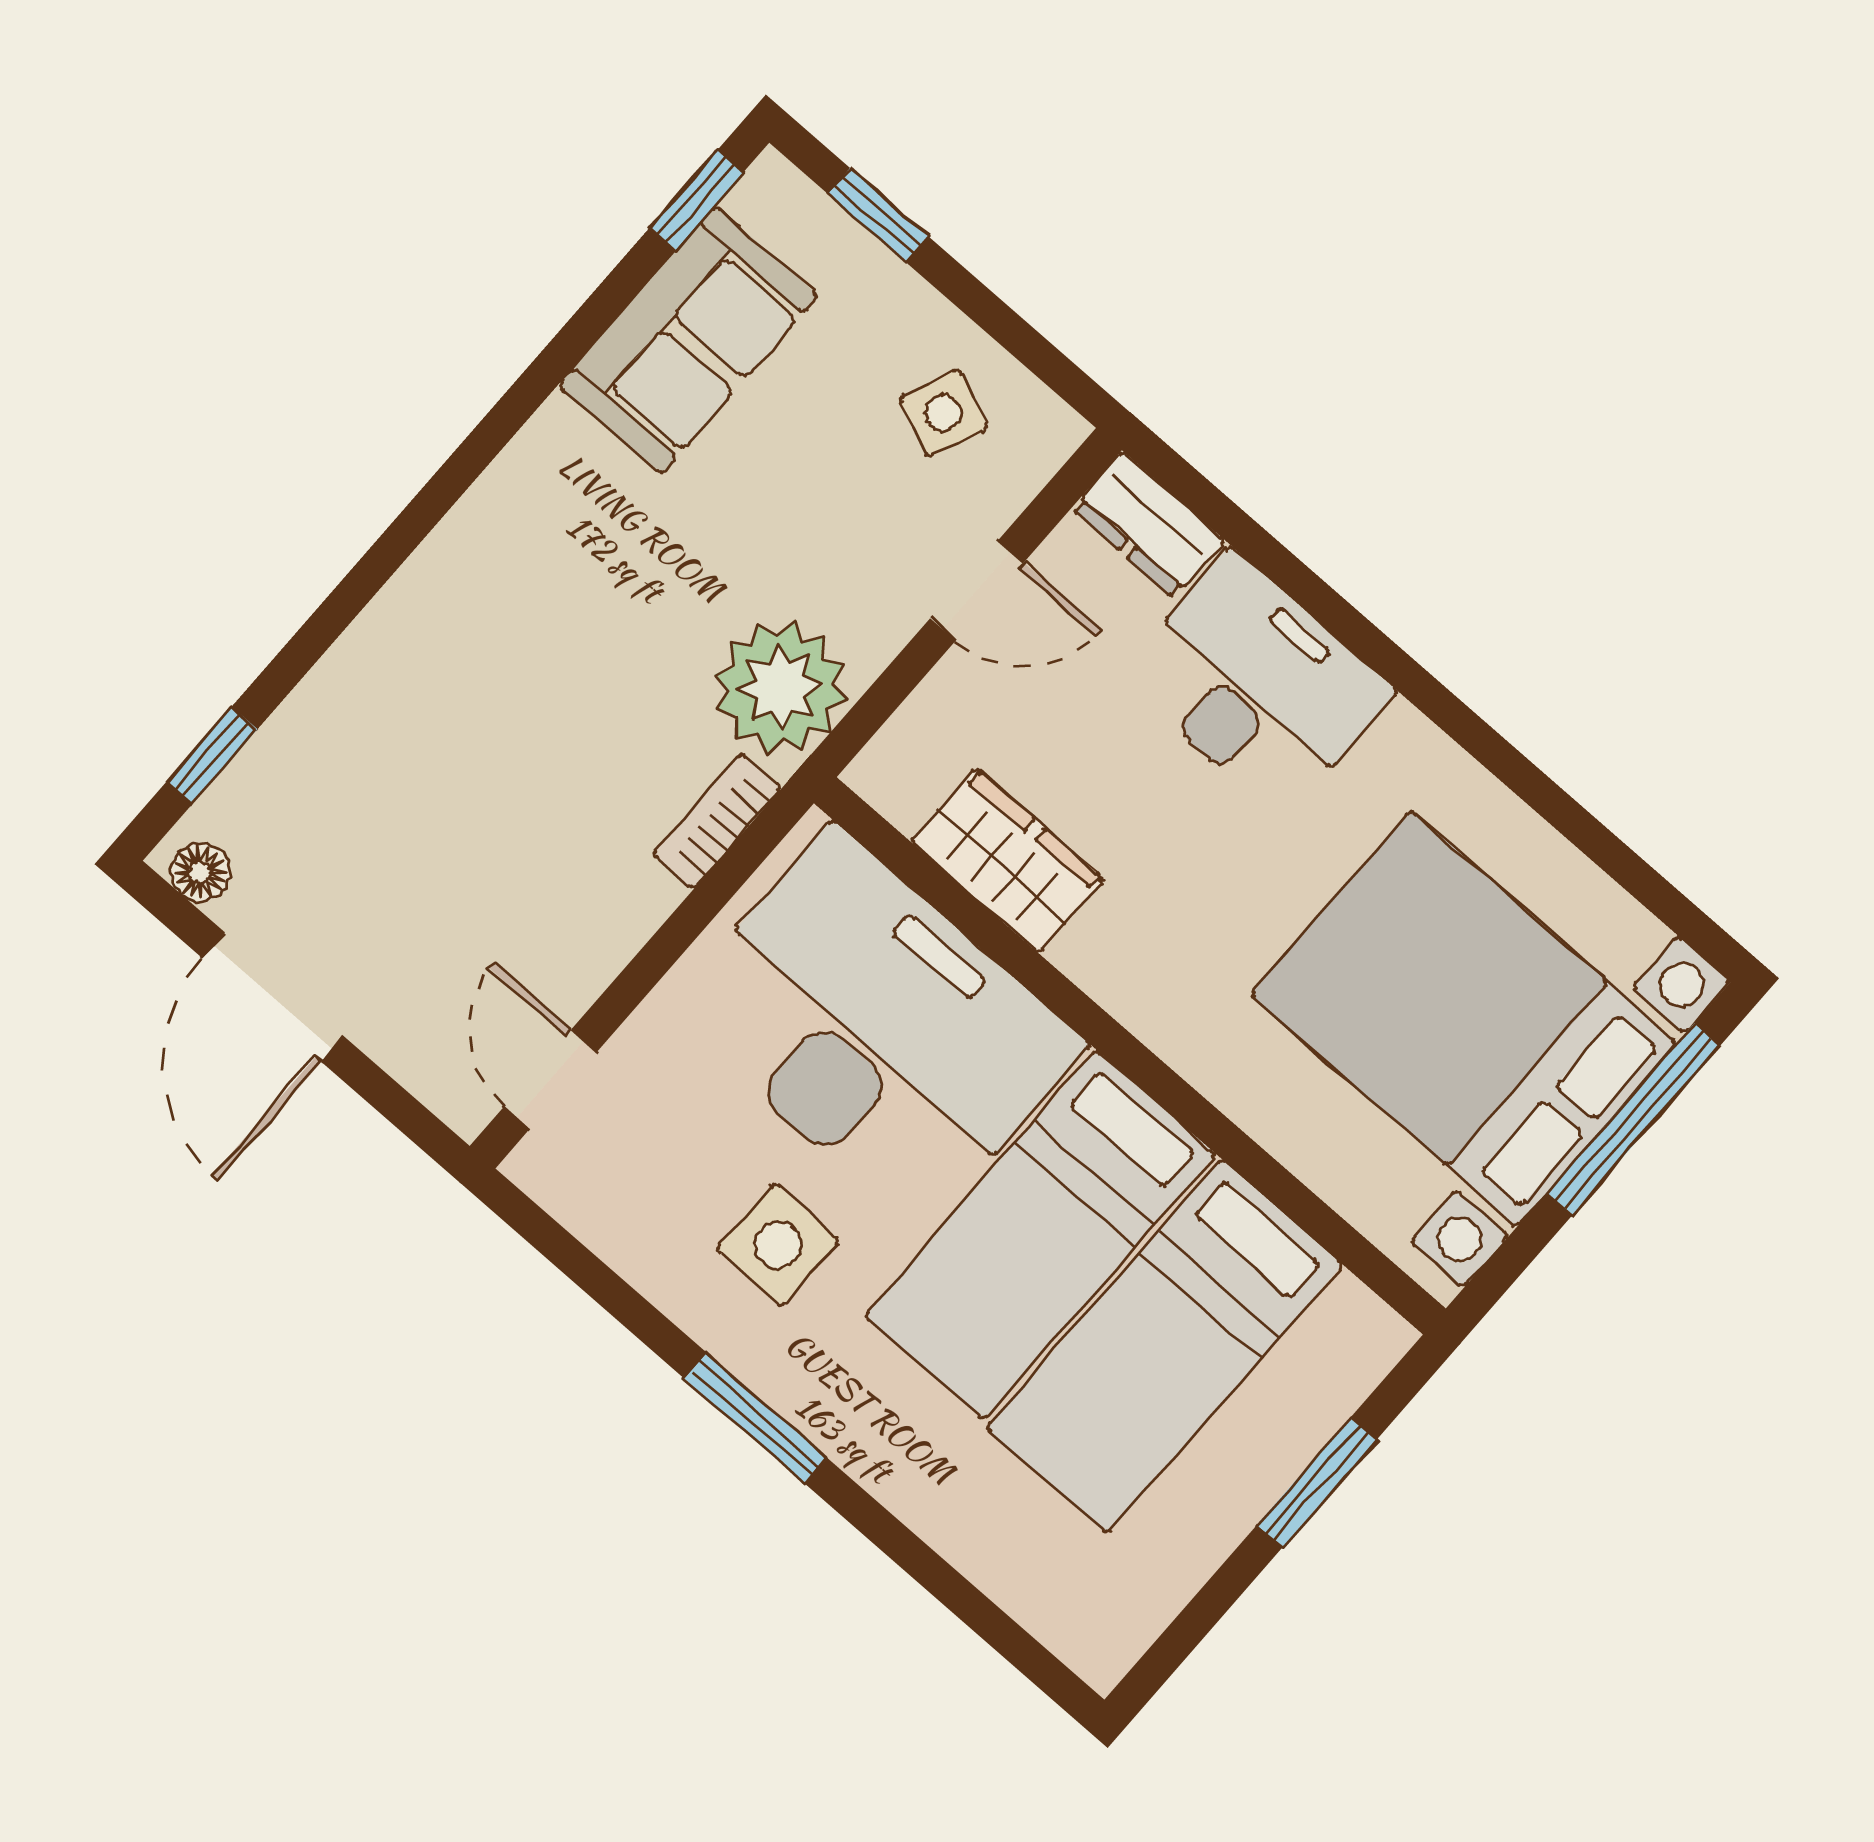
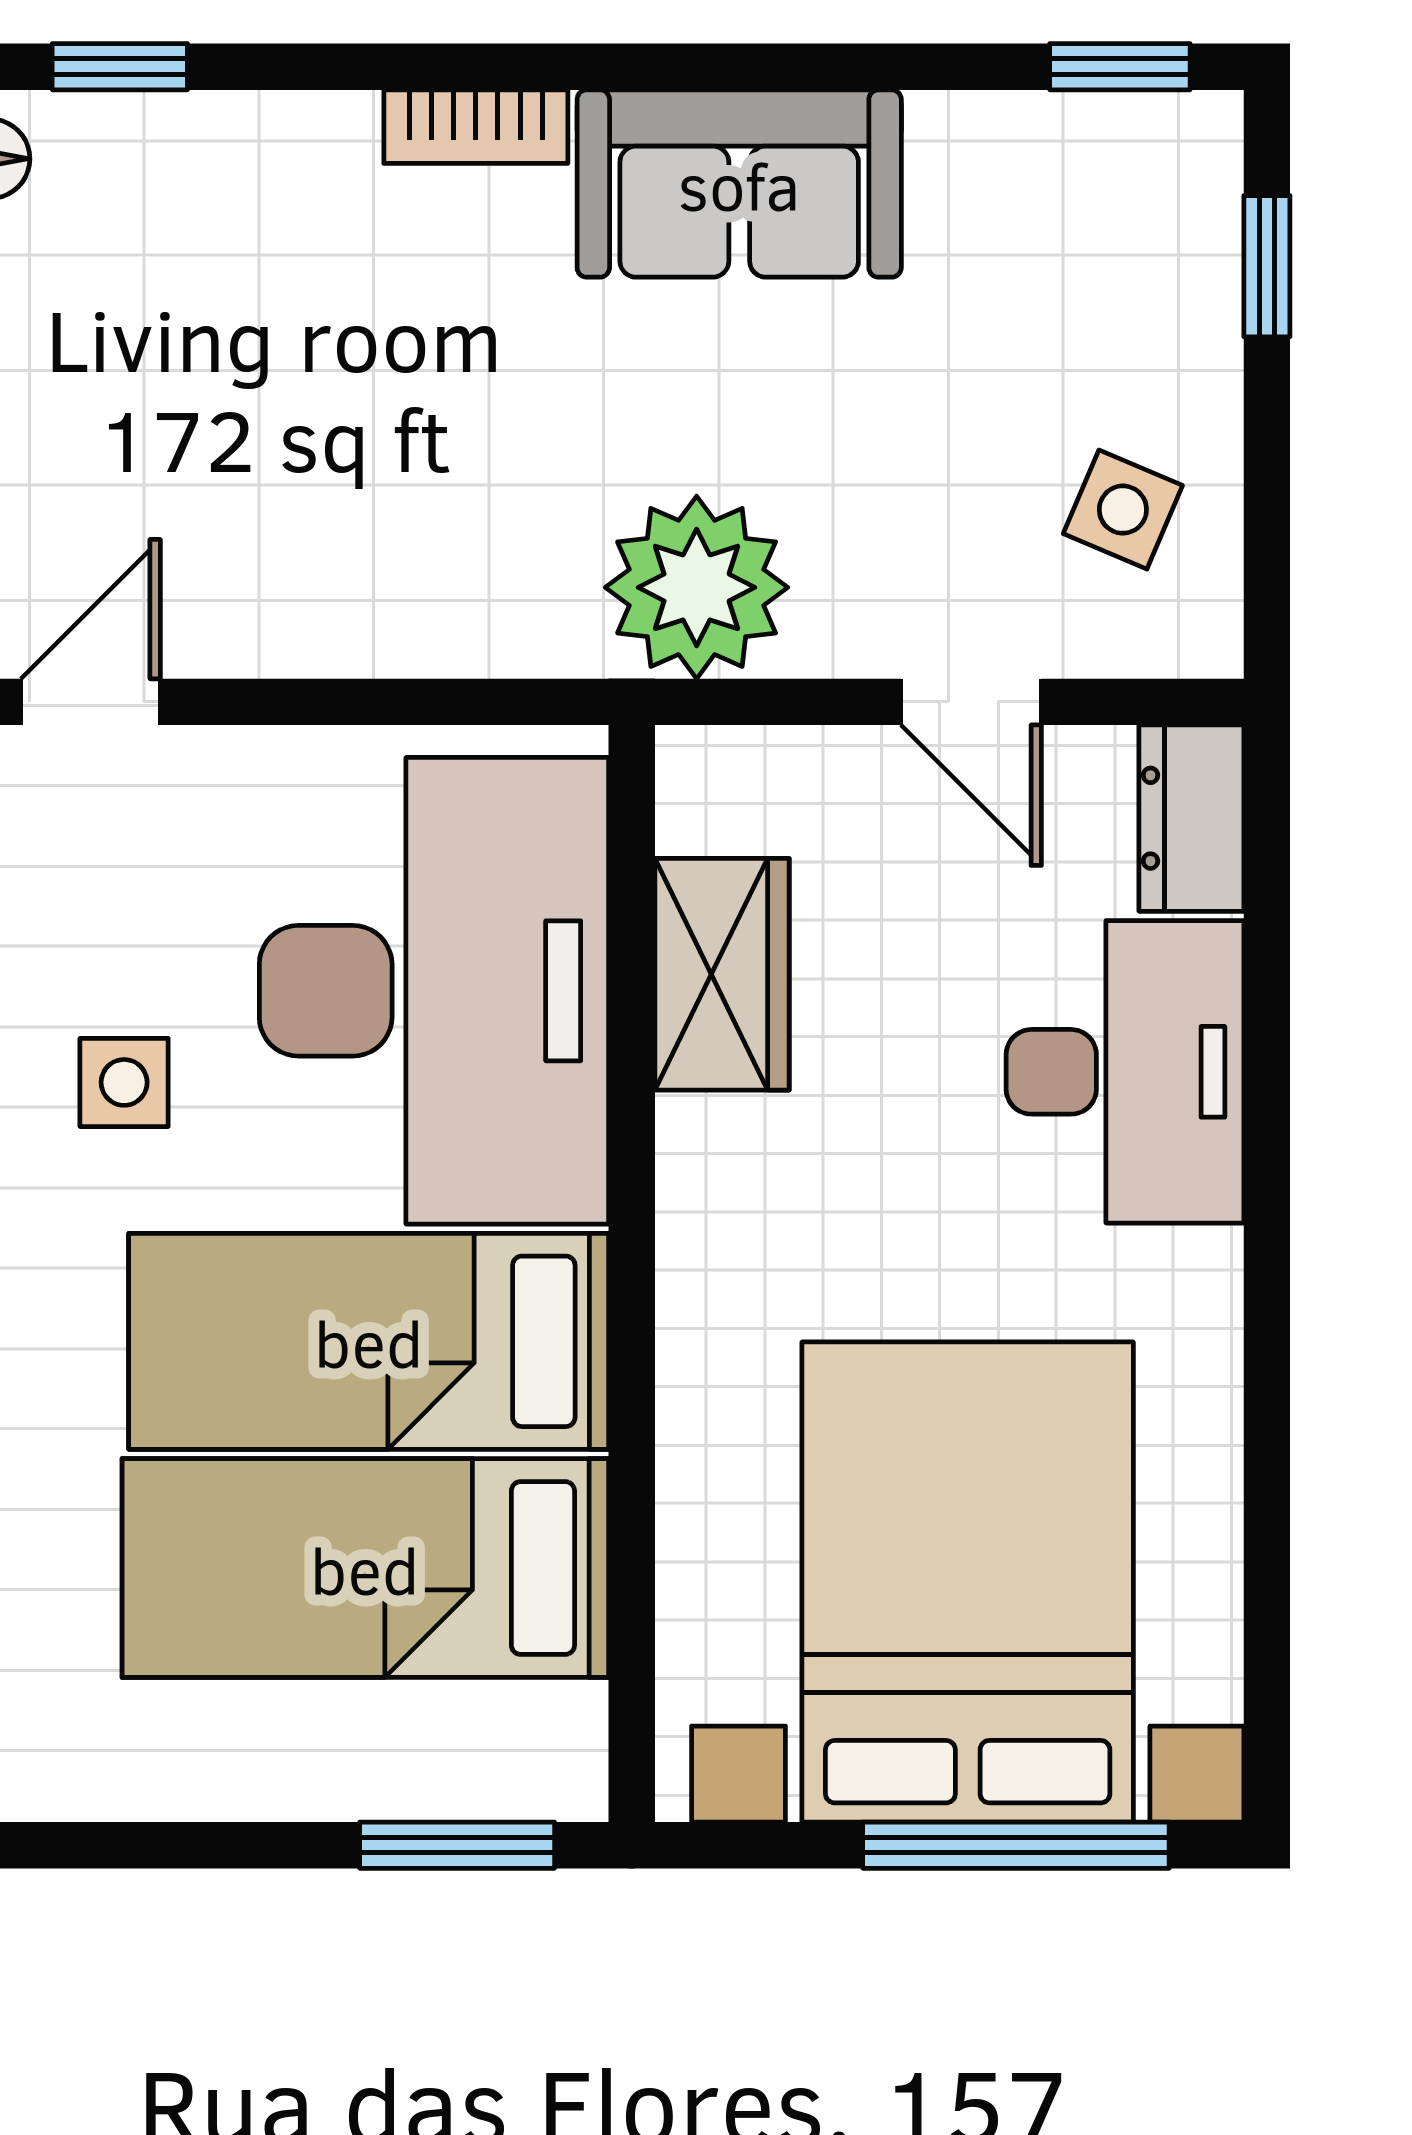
sofa: (688, 340) -> (739, 184), moved
bookcase: (717, 821) -> (476, 127), moved, turned 180
side table: (778, 1245) -> (124, 1082), width x0.73, depth x0.73
window: (1317, 1482) -> (457, 1845), moved

